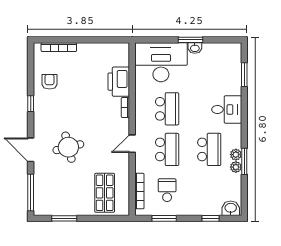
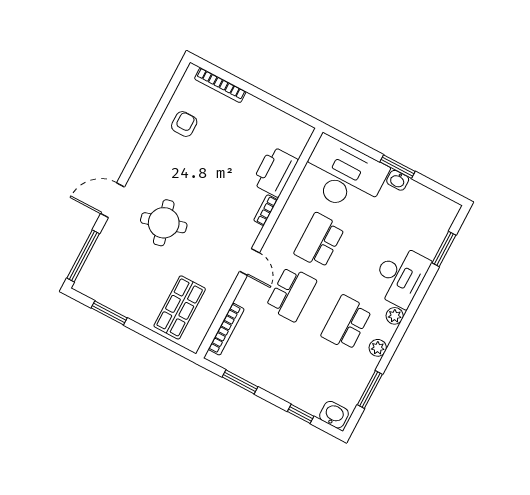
window: (31, 104) -> (144, 140), removed
school desk: (167, 109) -> (319, 241), turned 180
desk: (227, 109) -> (400, 276), width x1.37
door: (132, 144) -> (249, 262), swing flipped
school desk: (209, 149) -> (346, 323), turned 180
door: (31, 150) -> (113, 200), hinge flipped
window: (244, 161) -> (370, 389), moved
plant: (236, 167) -> (395, 316), moved
school desk: (167, 190) -> (263, 347), removed

